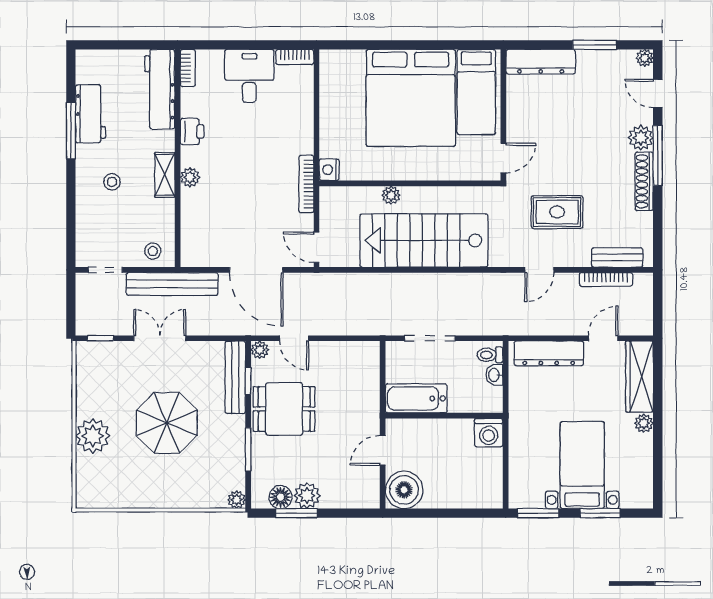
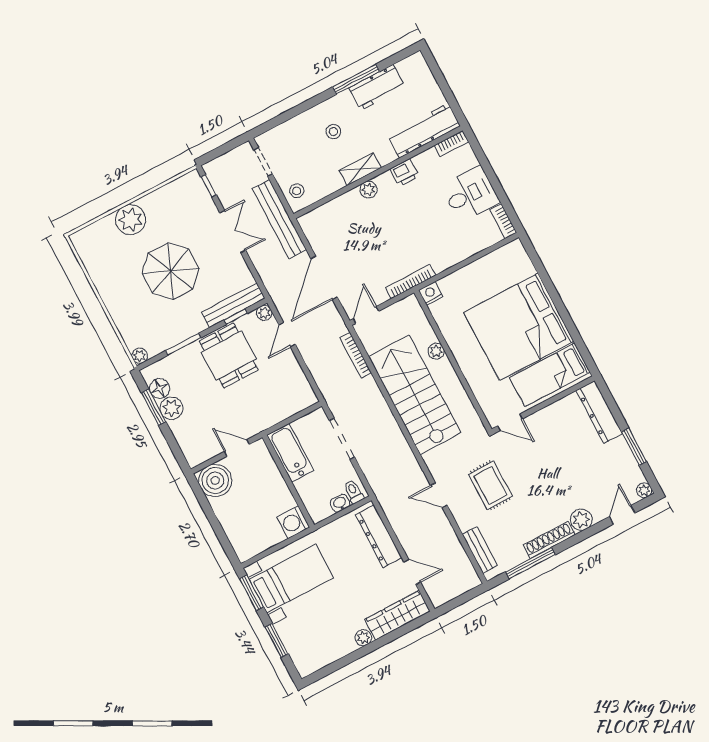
window: (658, 156) -> (530, 563), moved
bookcase: (606, 279) -> (356, 355), moved
bed with nightstands: (582, 465) -> (291, 579), moved

